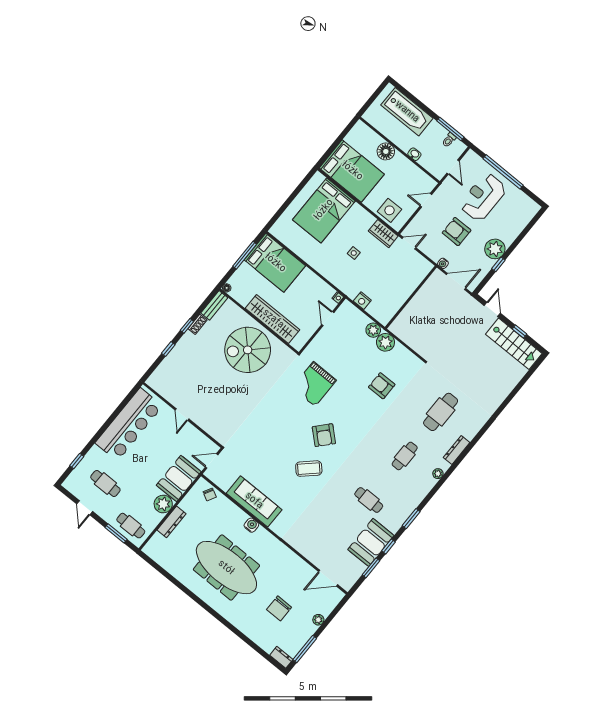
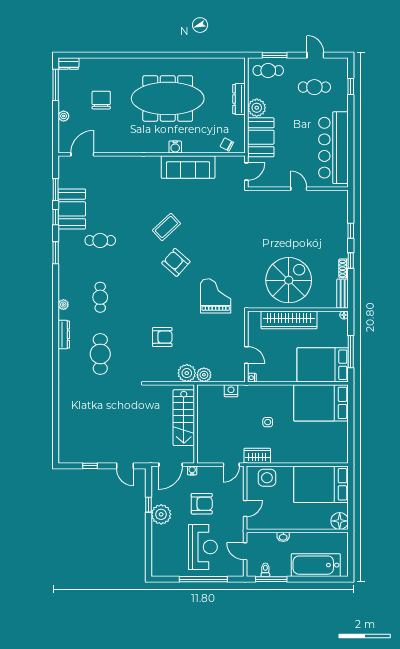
floor lamp: (386, 151) -> (340, 521), moved
bed: (324, 210) -> (321, 403), moved, turned -90
stairs: (514, 344) -> (184, 418), moved, turned -90

